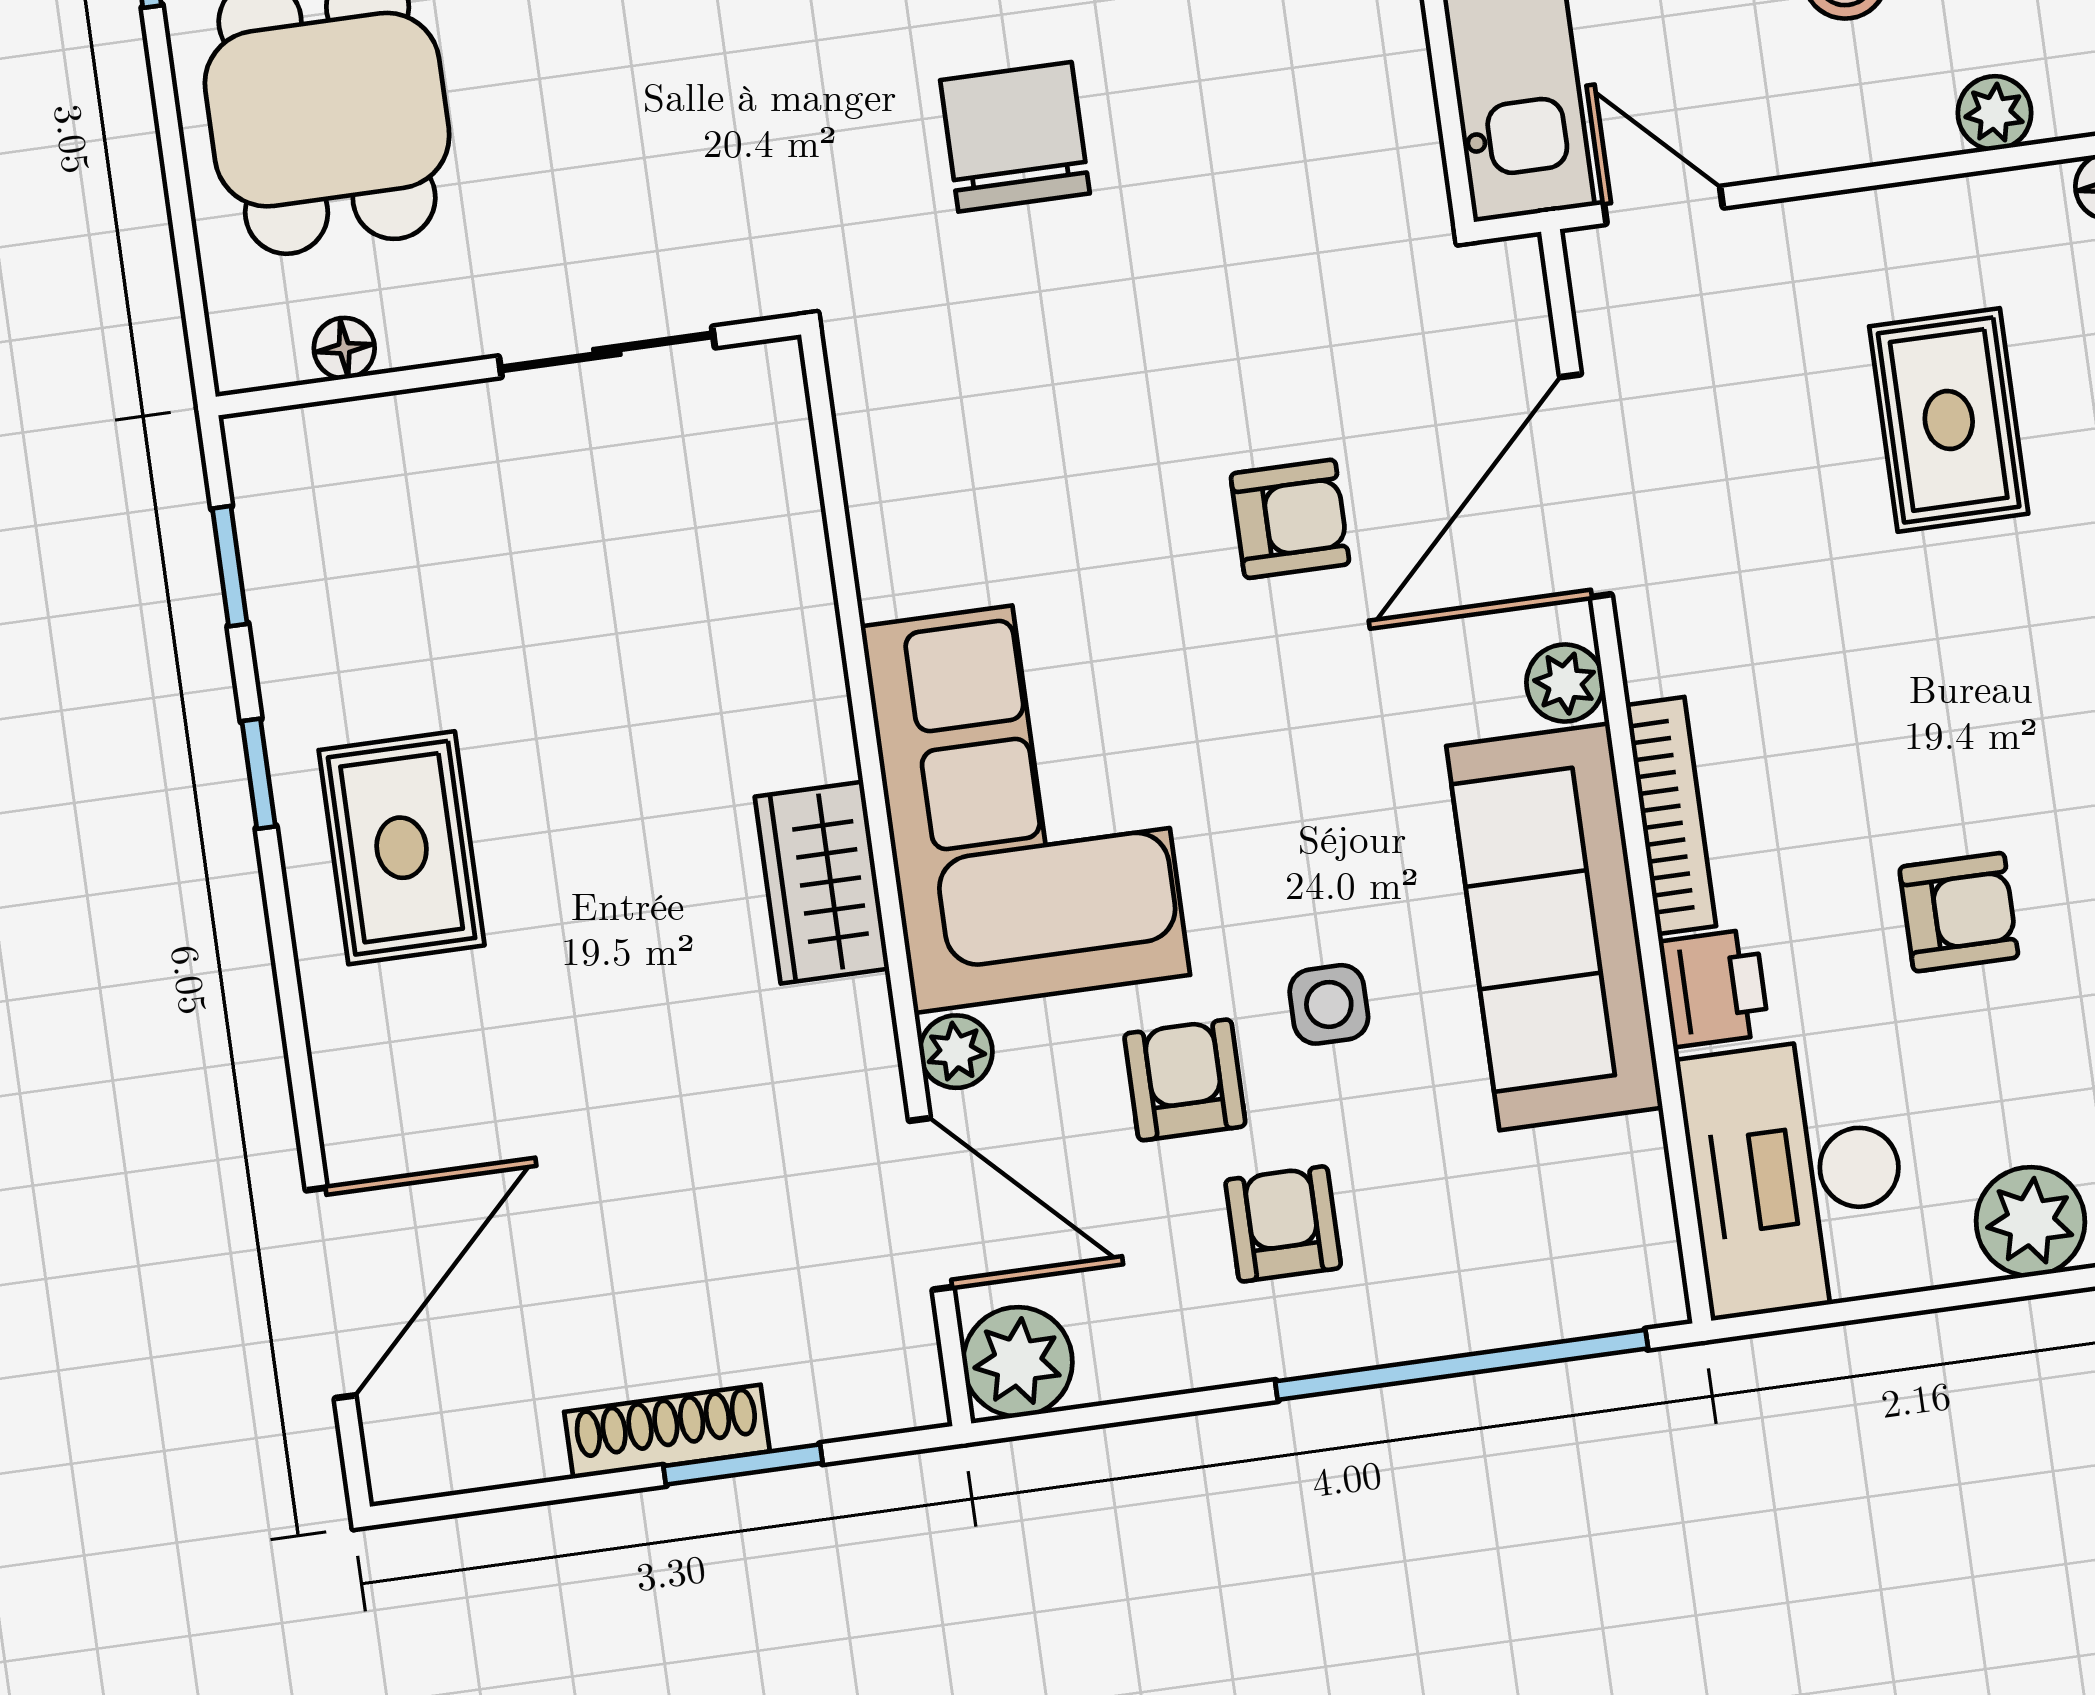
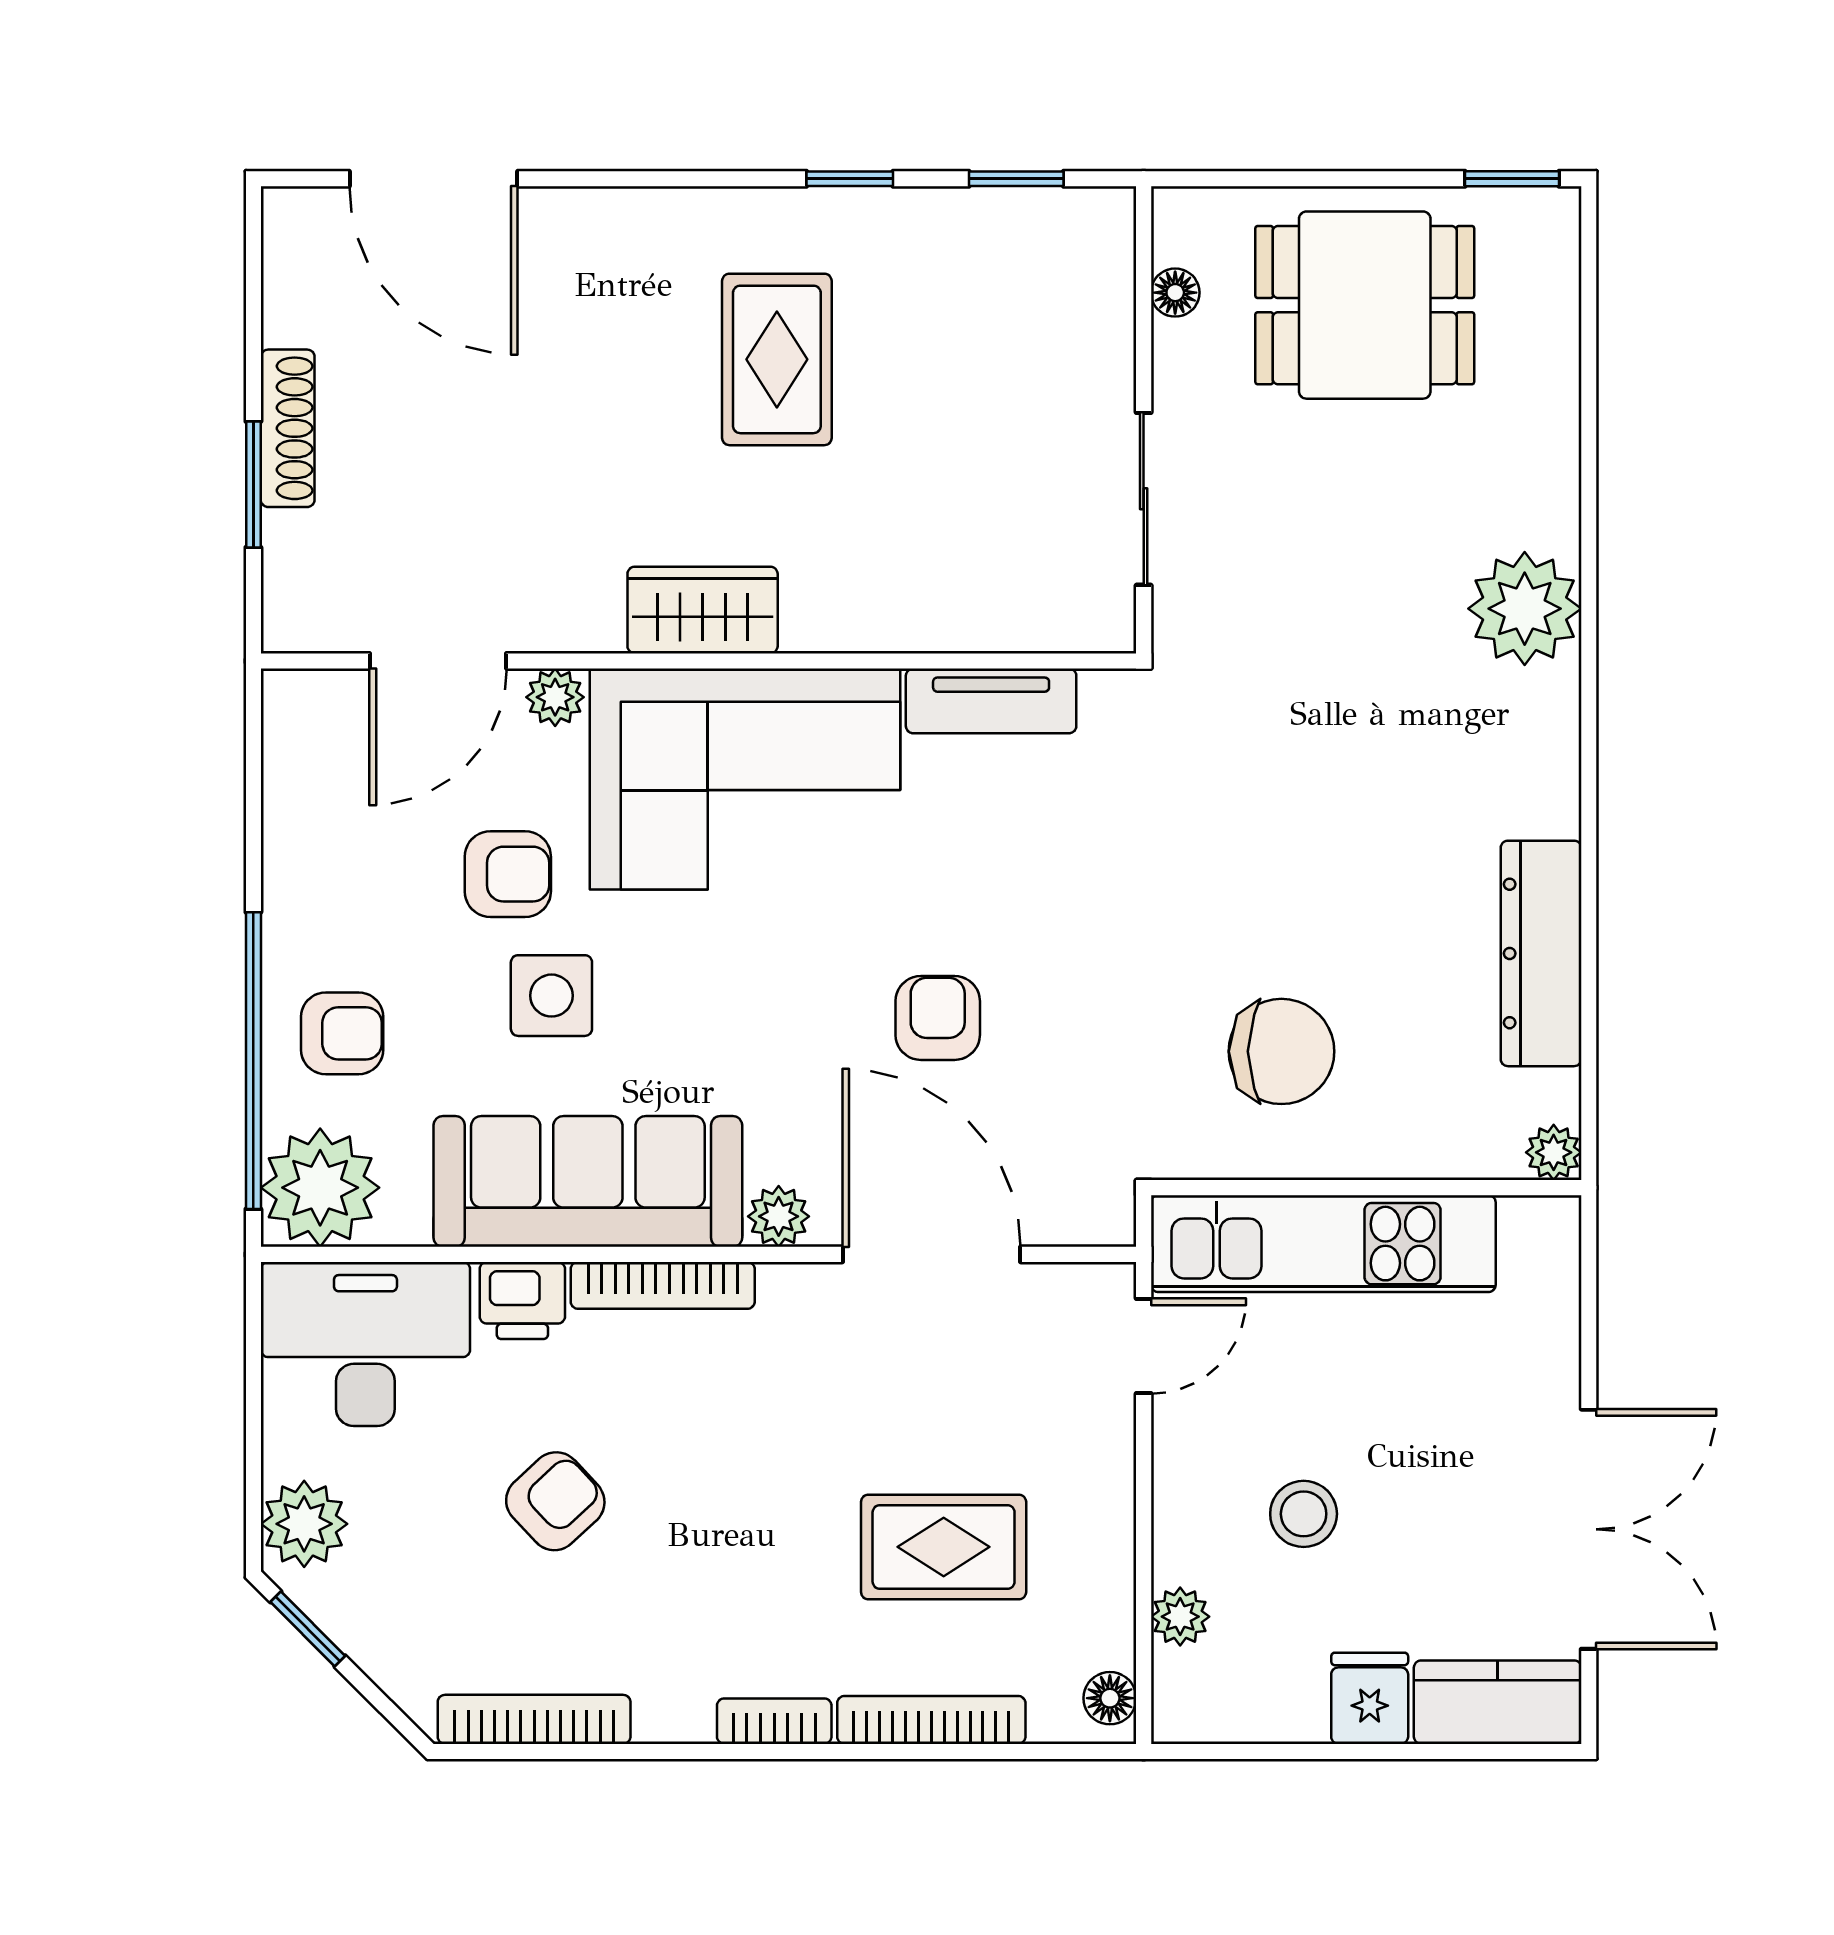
chair: (1015, 137) -> (1281, 1051), moved
tv unit: (885, 507) -> (991, 701), added
armchair: (1290, 519) -> (938, 1018), turned 180
rug: (402, 848) -> (777, 359), moved, turned 90
armchair: (1959, 912) -> (555, 1501), turned -133
side table: (1329, 1004) -> (551, 996), width x1.37, depth x1.37
armchair: (1283, 1224) -> (342, 1033), moved
plant: (1018, 1362) -> (320, 1188), moved, width x1.36, depth x1.36

